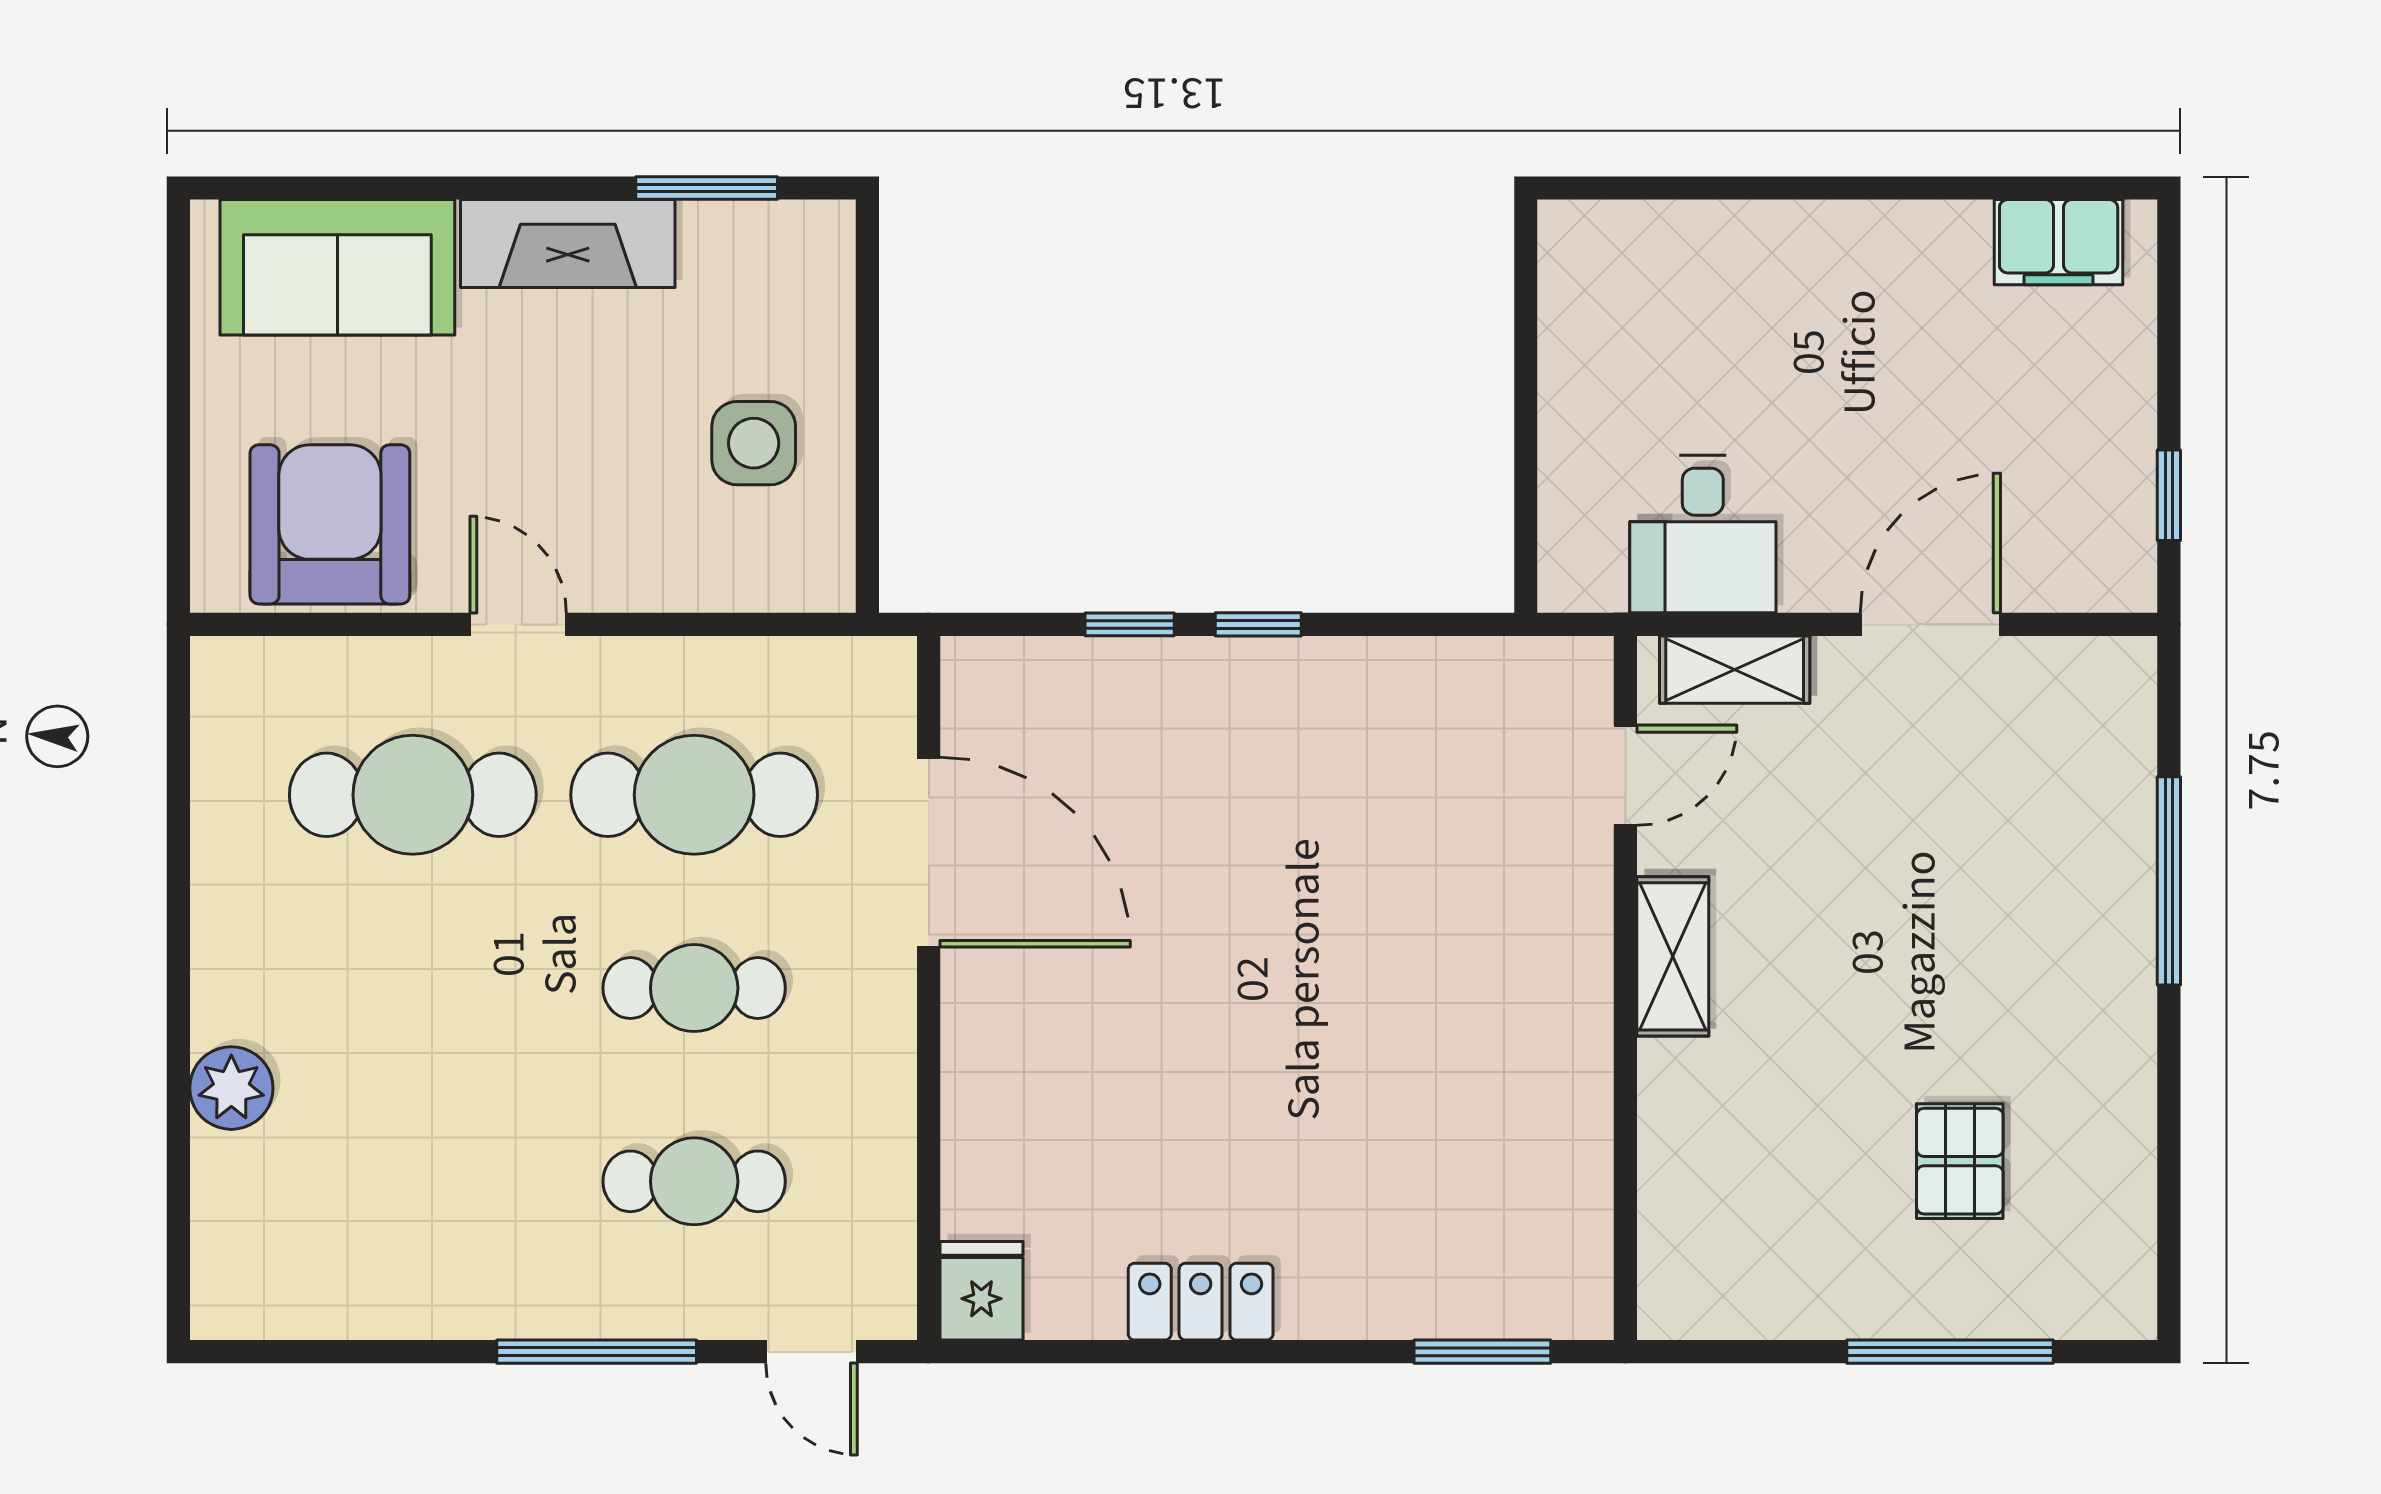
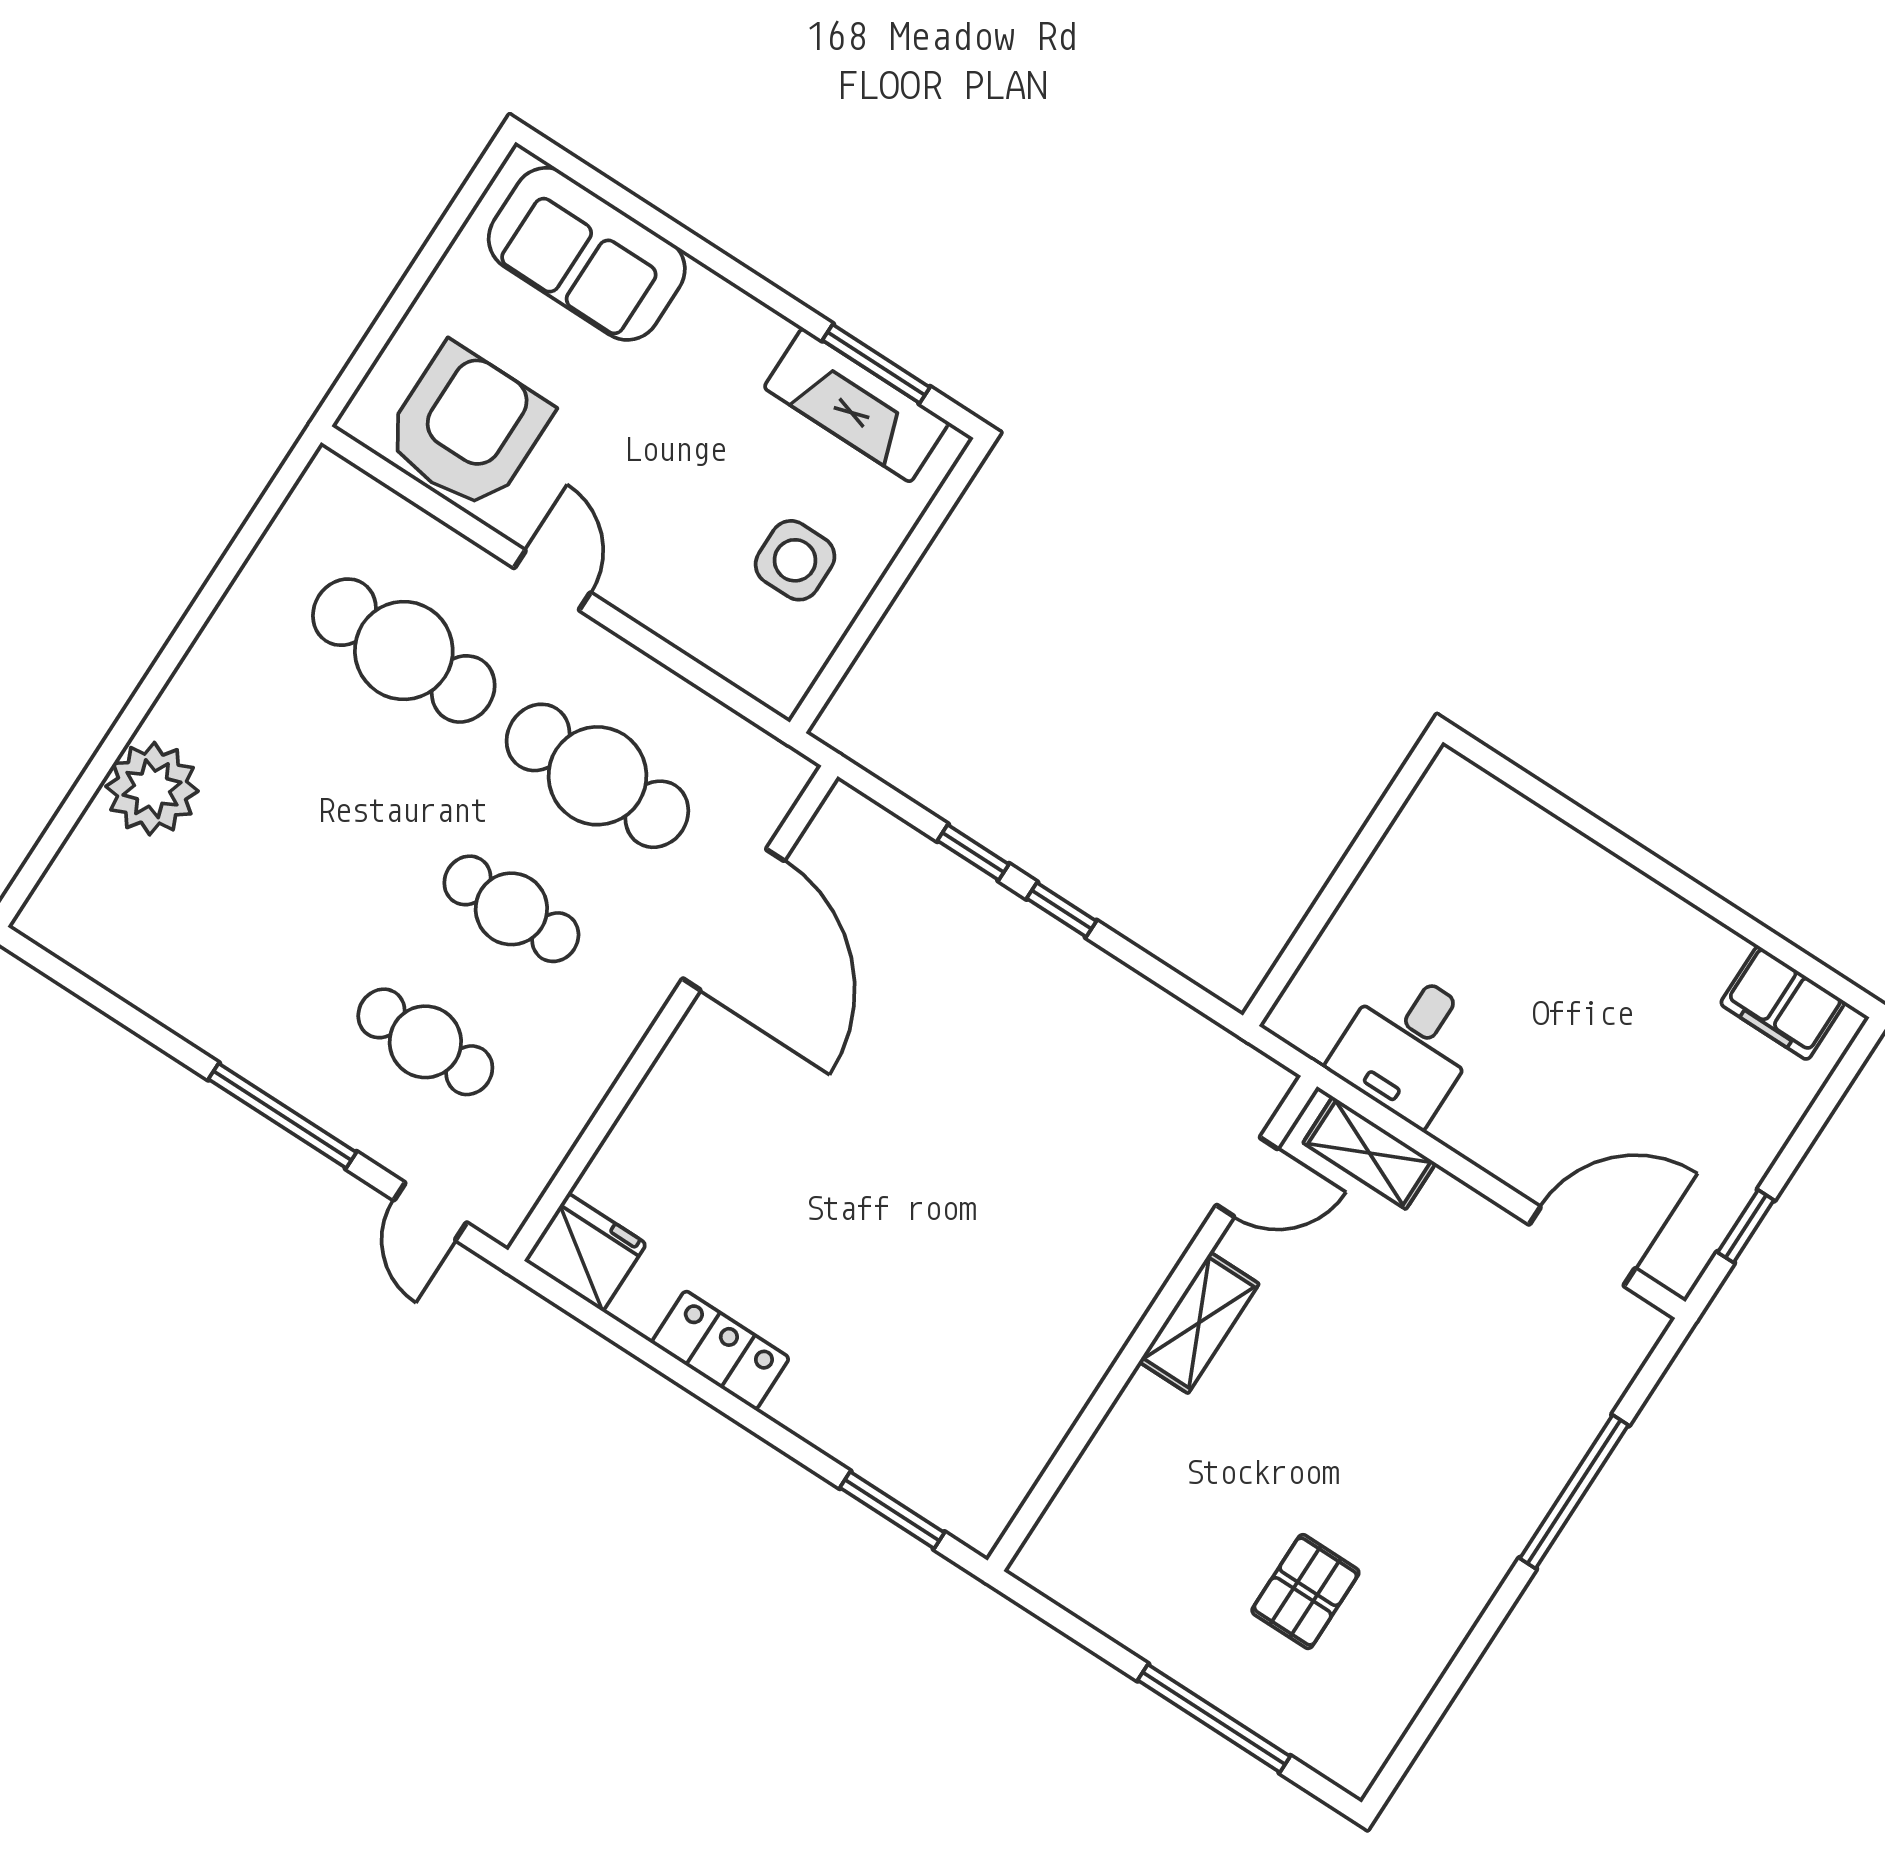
fireplace: (568, 244) -> (856, 405), moved
door: (1930, 624) -> (1582, 1246), moved
plant: (231, 1088) -> (152, 789), width x1.36, depth x1.36
fridge: (981, 1291) -> (585, 1252), width x1.38

